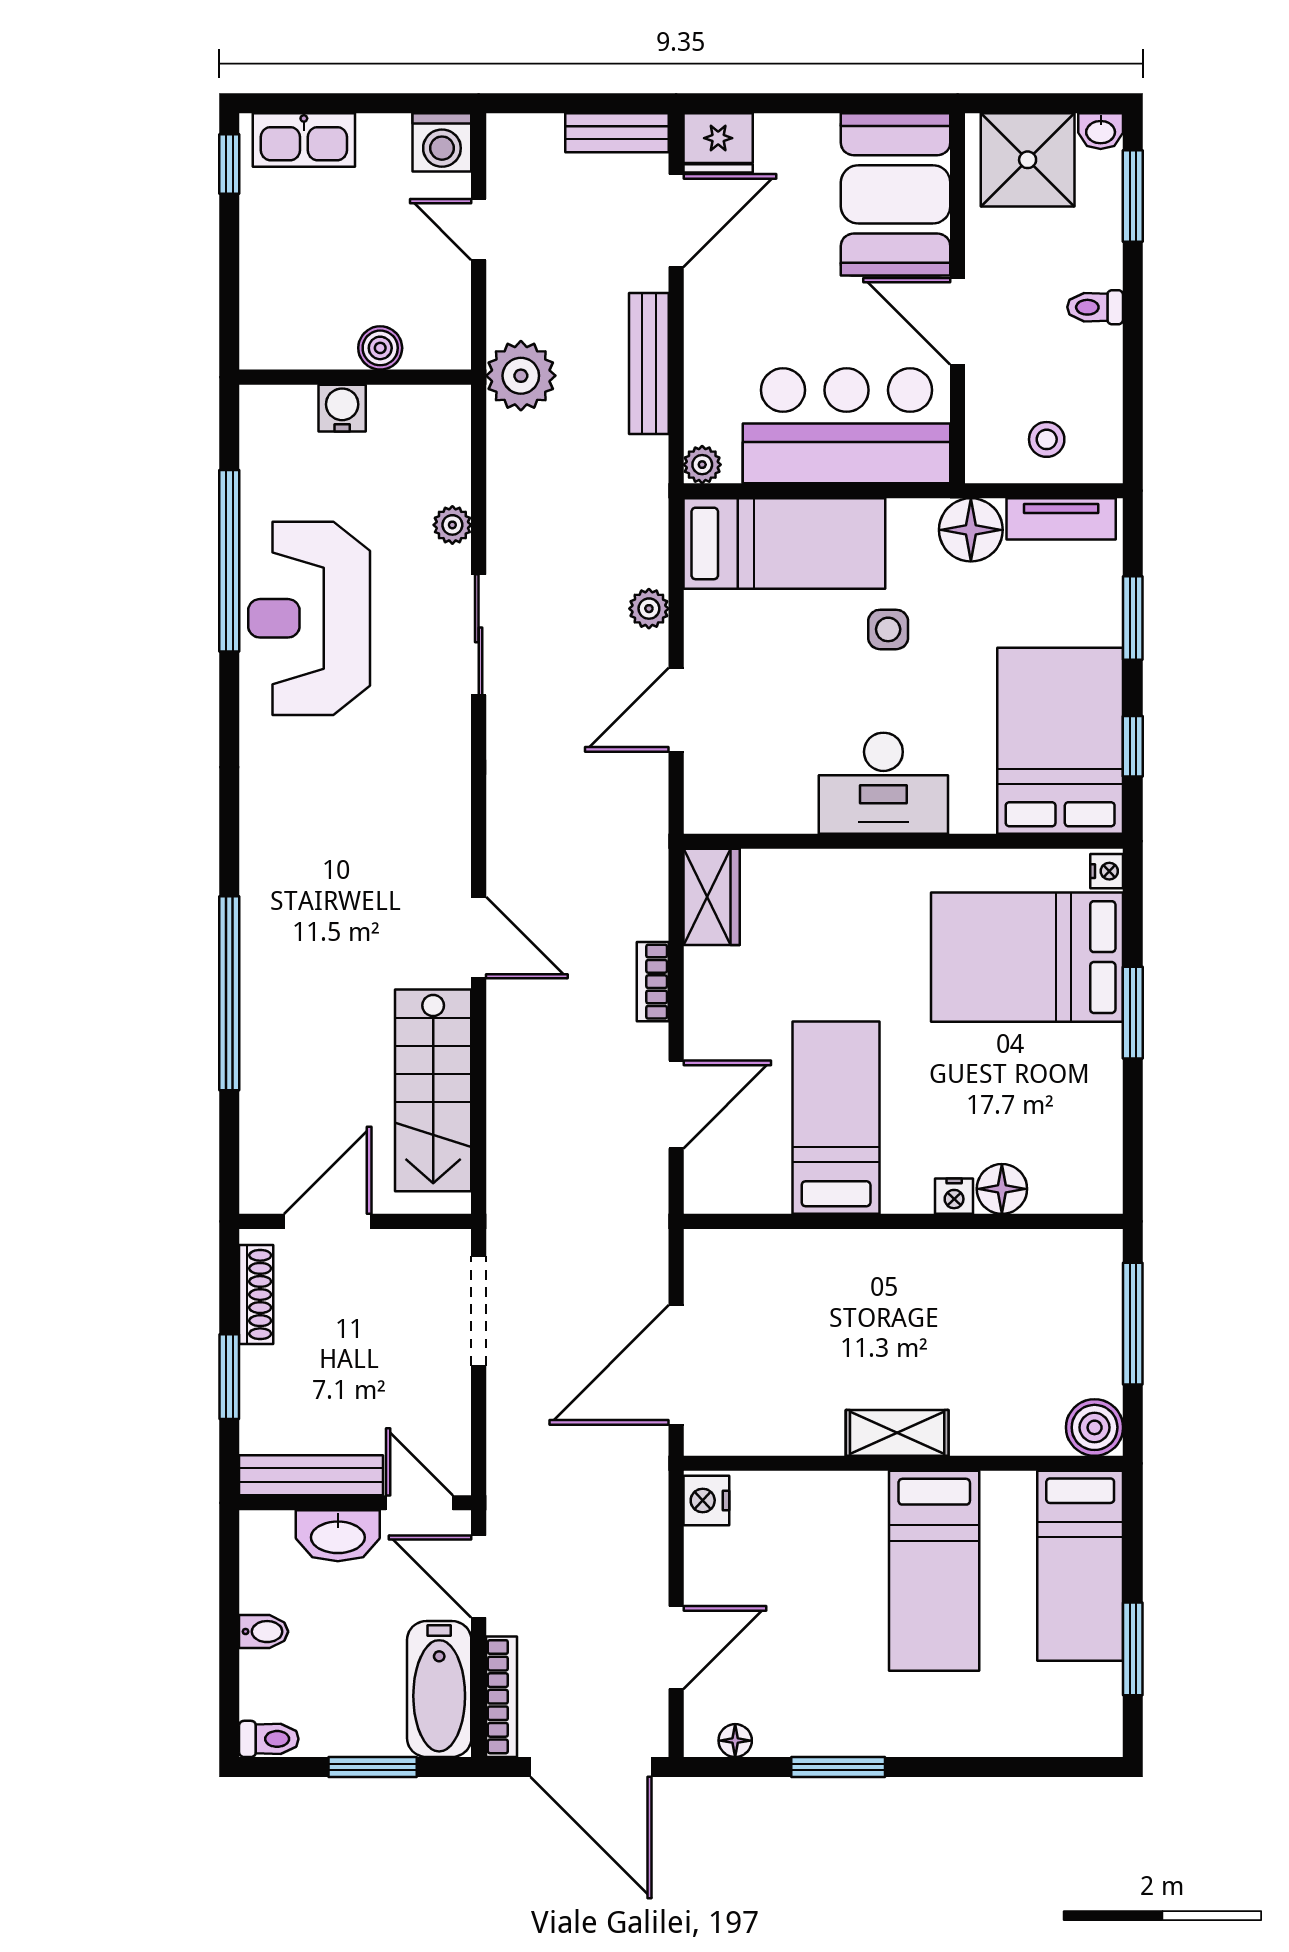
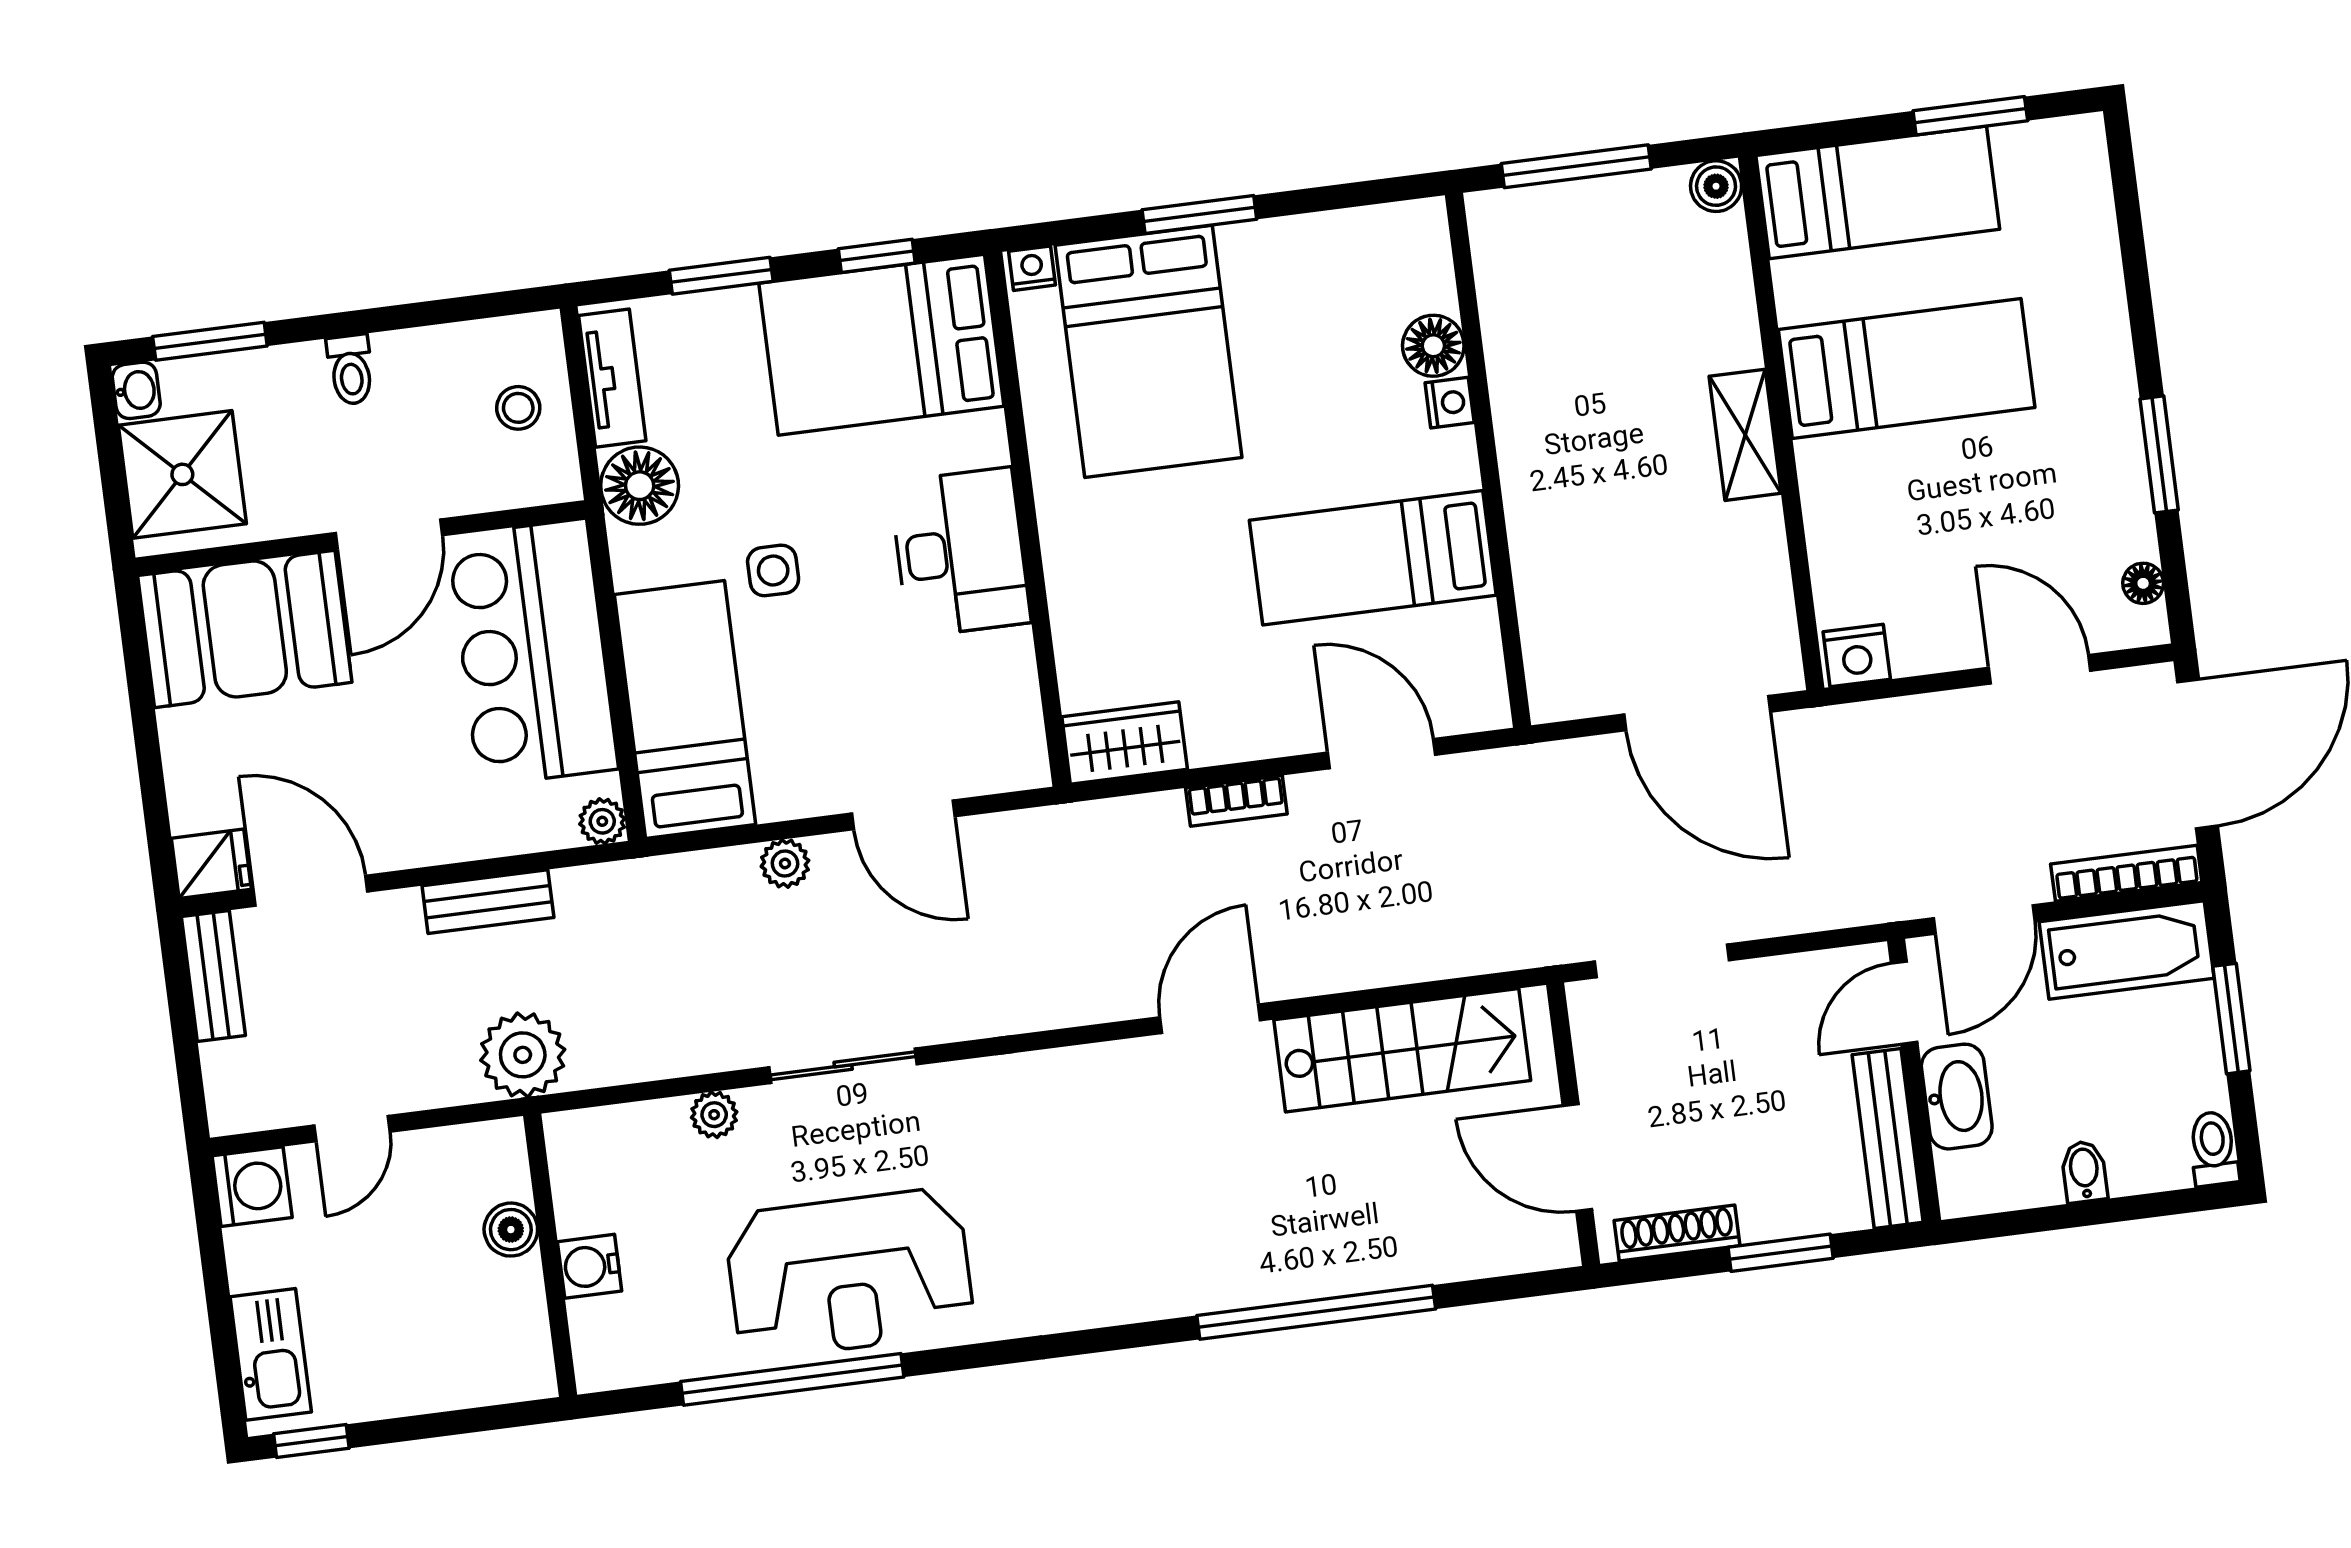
fridge: (718, 143) -> (211, 864), width x0.72
bench: (649, 363) -> (488, 902), width x0.73
boiler: (1095, 1427) -> (1716, 186), width x0.73, depth x0.73

